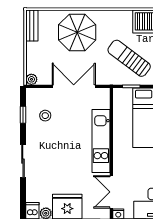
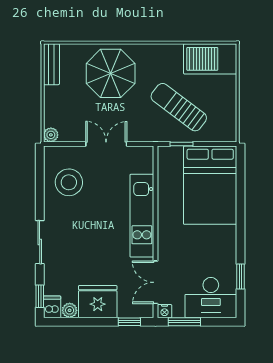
double door: (74, 86) -> (106, 144), width x0.73
window: (23, 115) -> (40, 296), moved
stool: (45, 116) -> (69, 182), width x1.89, depth x1.89

